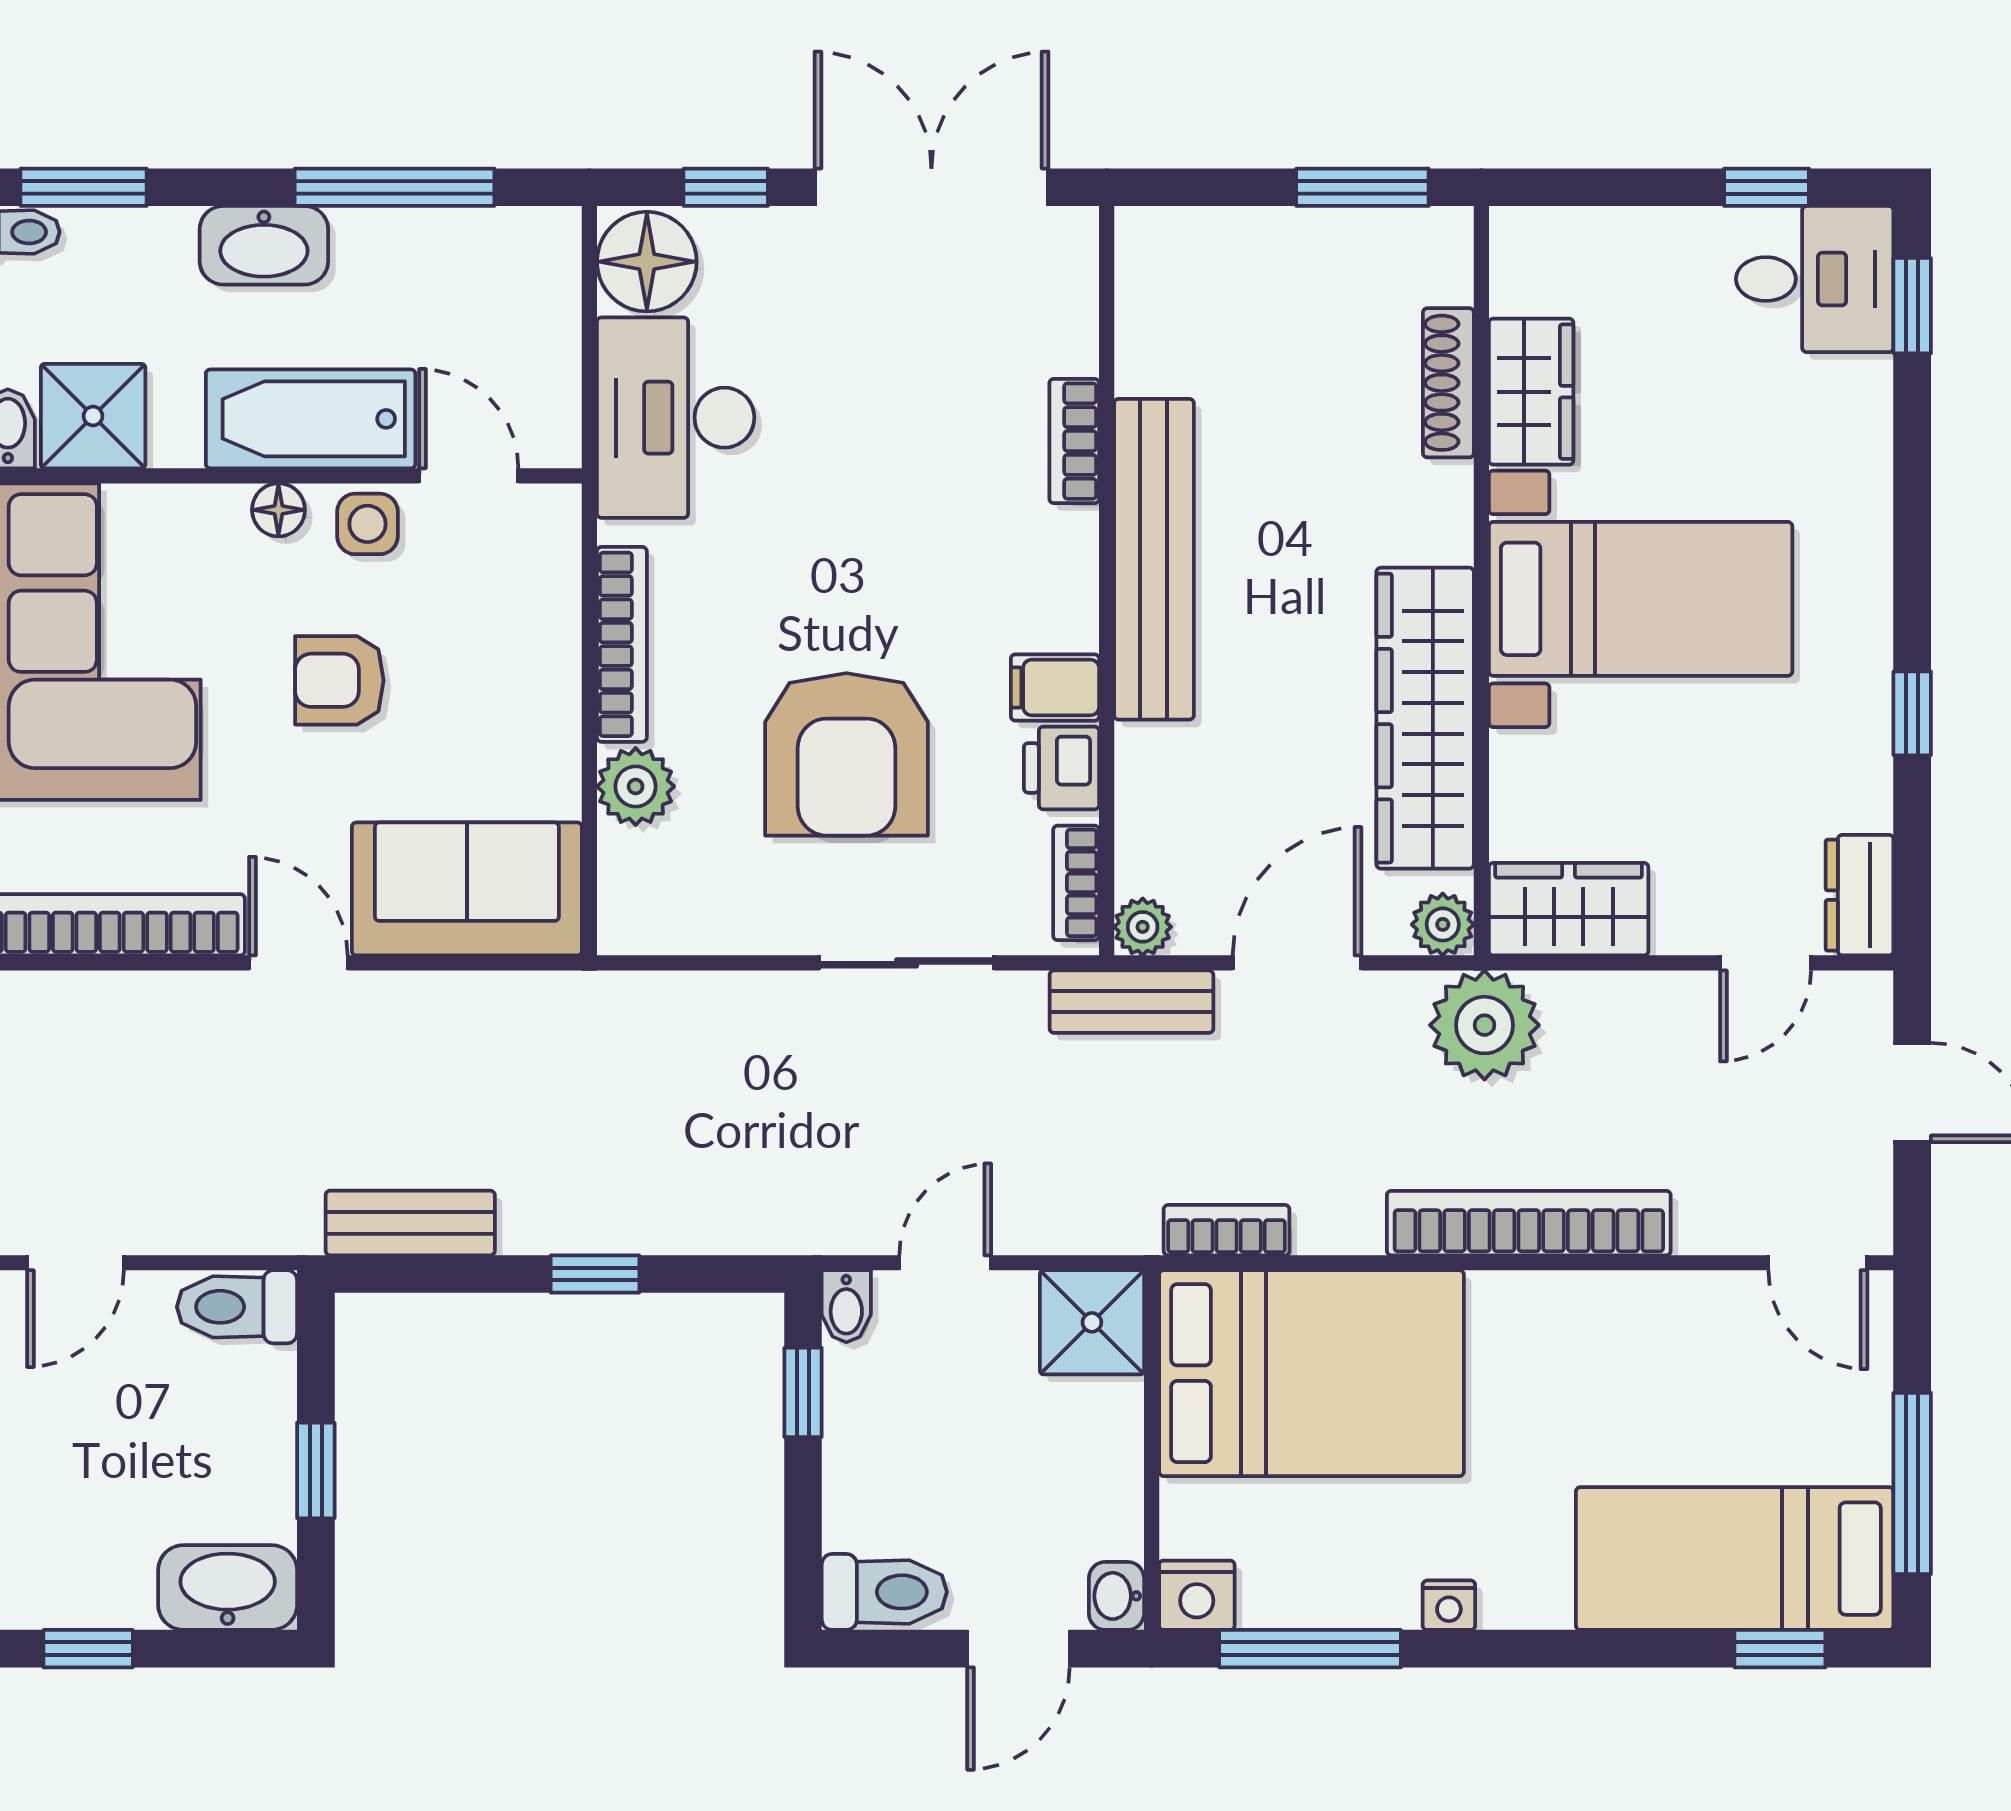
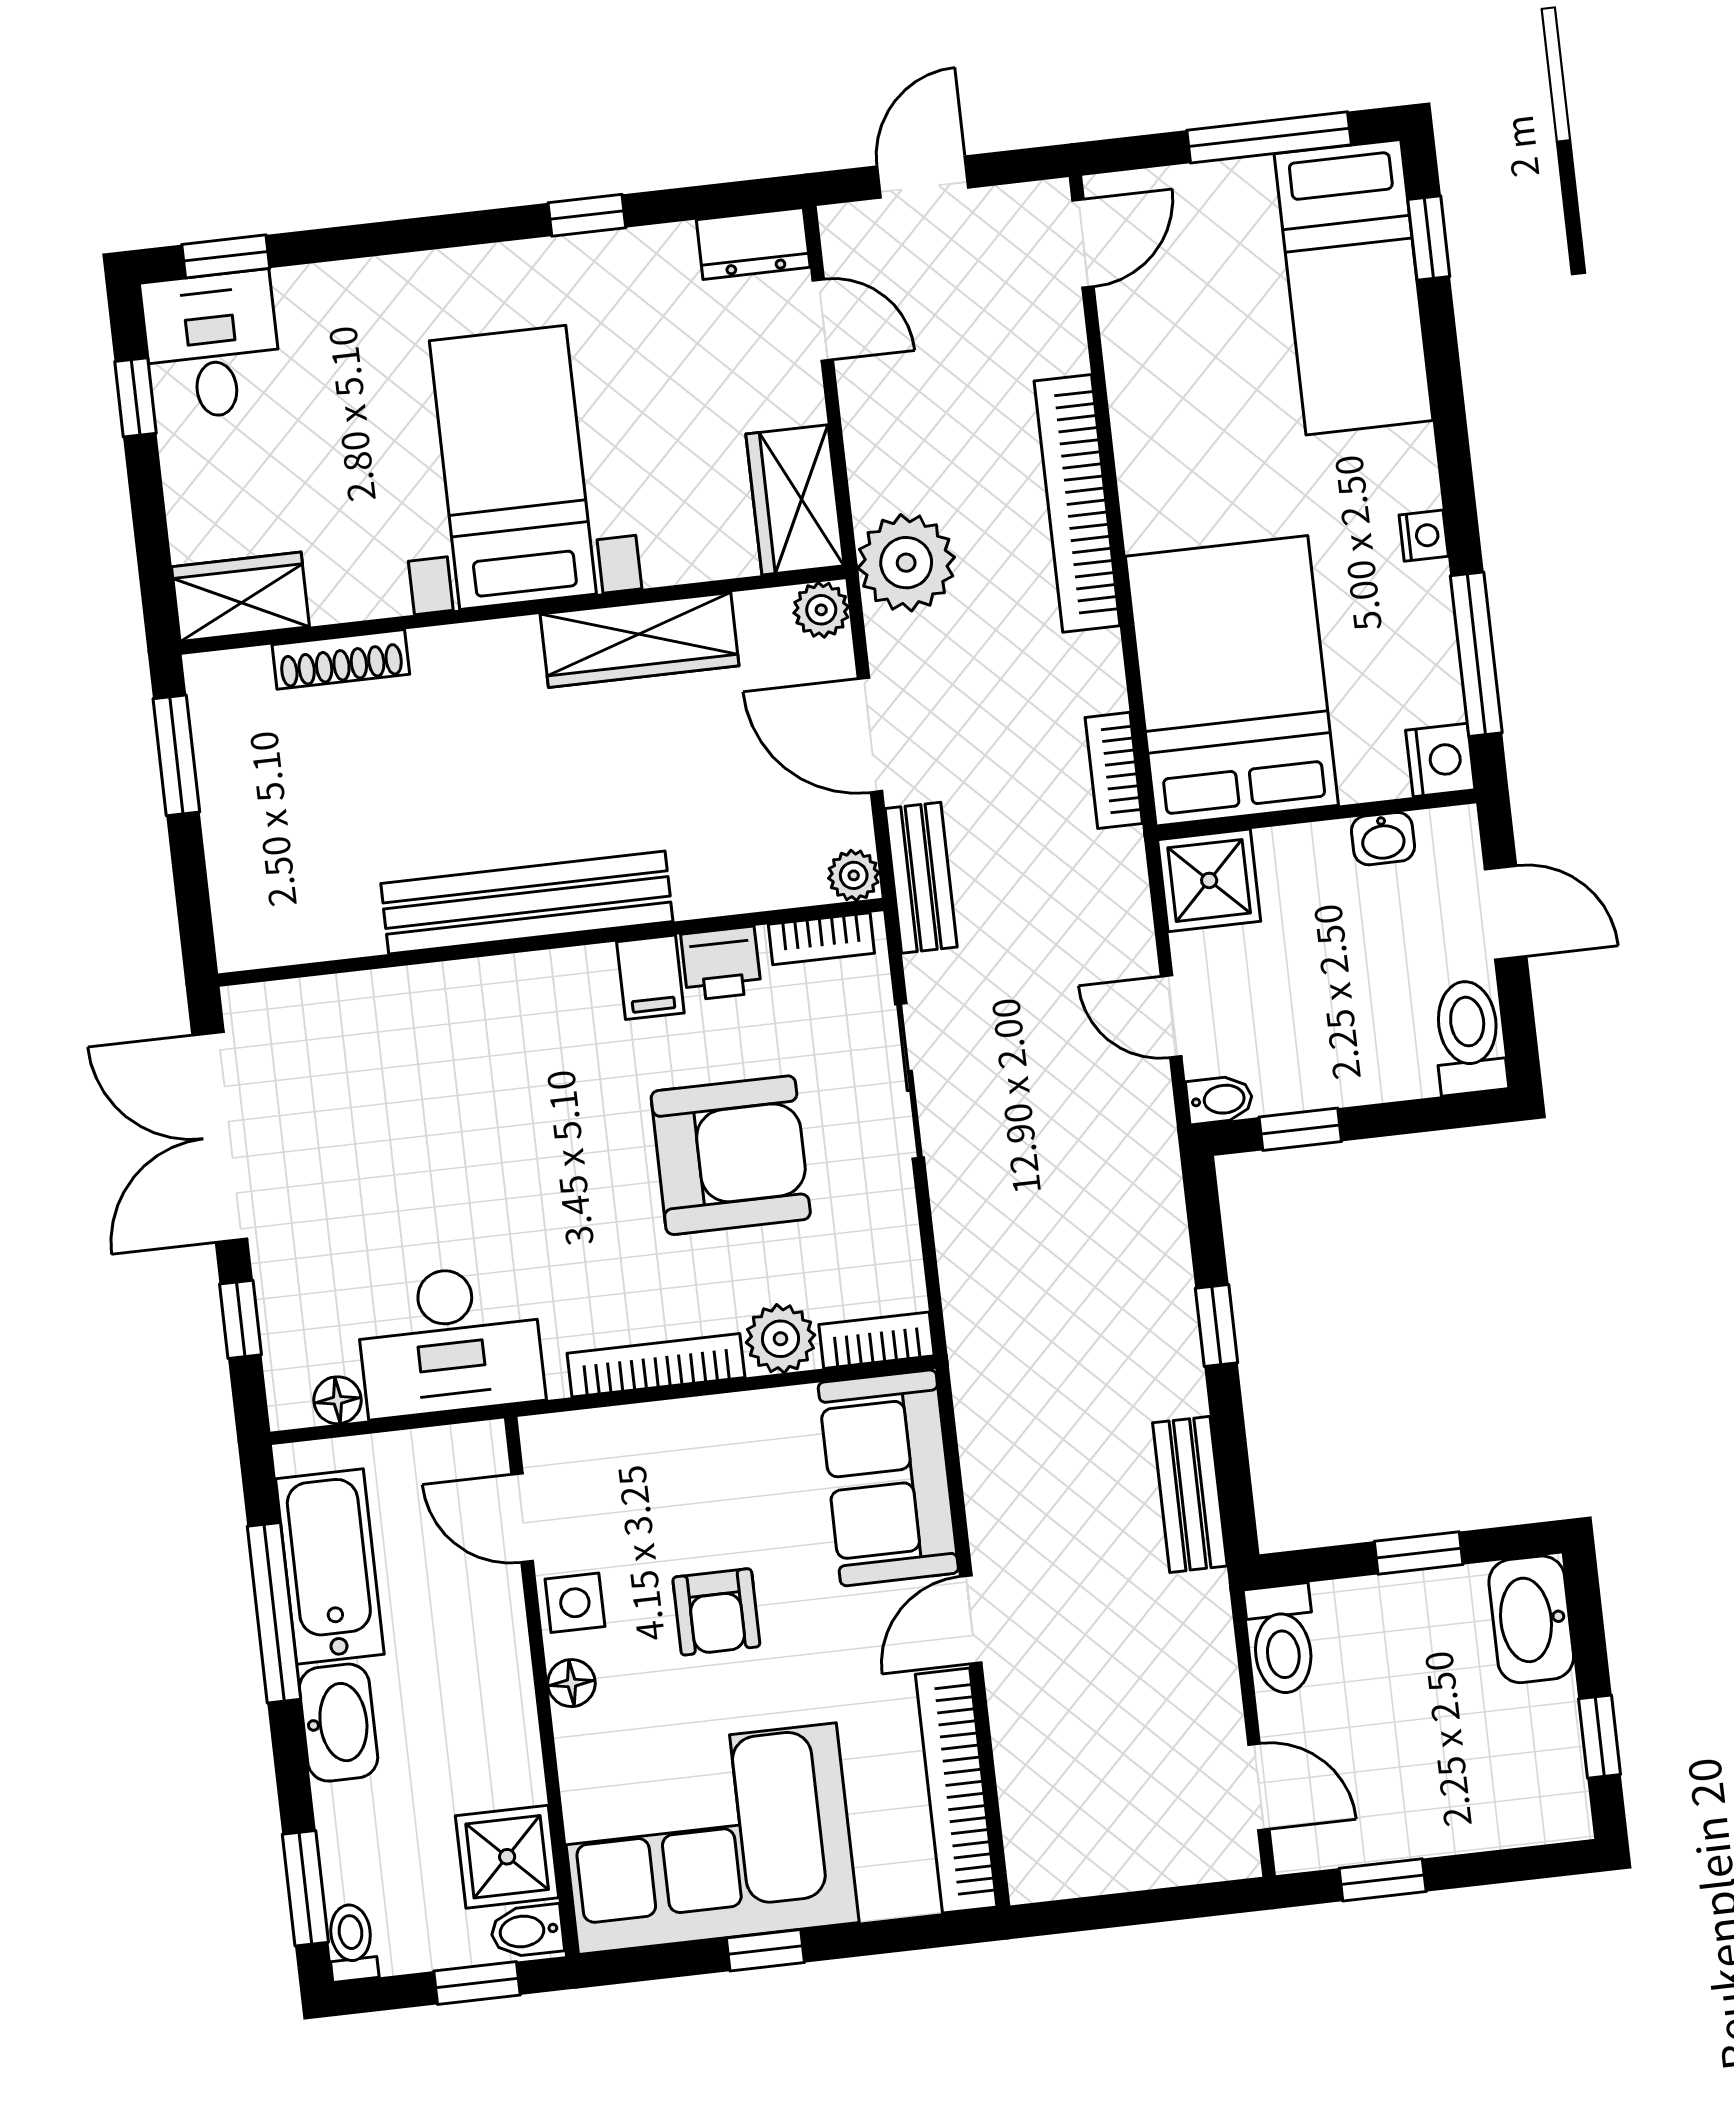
floor lamp: (647, 262) -> (338, 1400), width x0.53, depth x0.53
wardrobe: (1531, 392) -> (241, 597), moved
bathtub: (311, 419) -> (330, 1566), moved, turned 180
bookcase: (1074, 441) -> (877, 1340), moved, turned 180
door: (469, 476) -> (522, 1518), hinge flipped
wardrobe: (1425, 718) -> (640, 640), width x0.71, depth x0.85
washbasin: (1116, 1596) -> (1383, 839), moved

